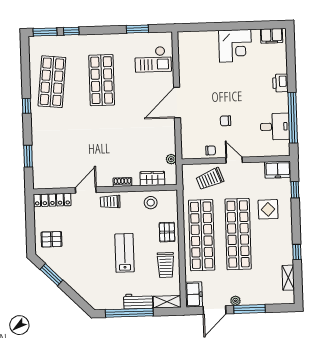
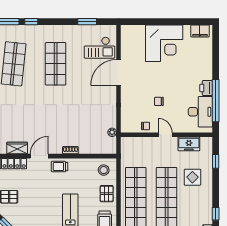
corner desk: (235, 46) -> (164, 43), width x1.36, depth x1.36
printer: (280, 83) -> (206, 88), moved
door: (177, 103) -> (119, 73), moved
desk: (275, 127) -> (200, 112), width x1.37
freezer: (278, 170) -> (189, 144), moved
wardrobe: (152, 178) -> (17, 148), moved
trolley: (210, 179) -> (144, 150), removed
stool: (151, 203) -> (104, 170), moved

